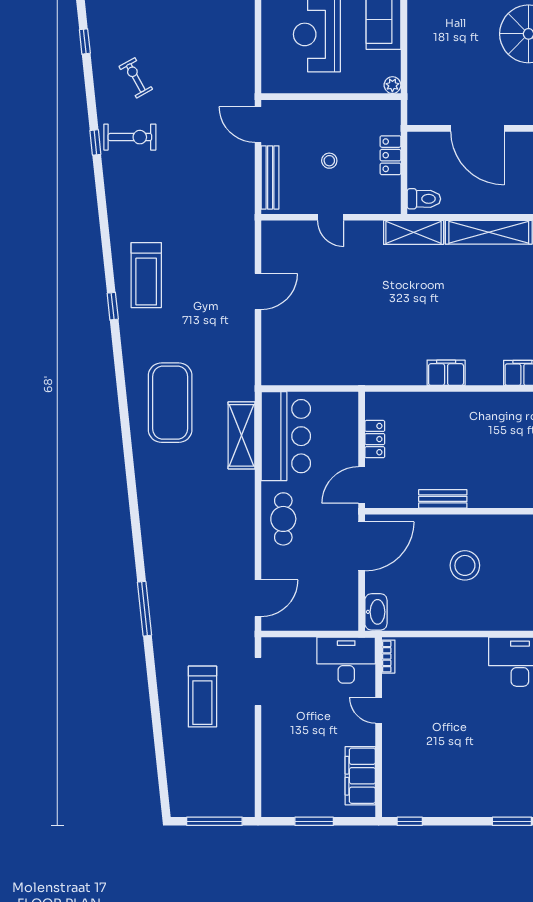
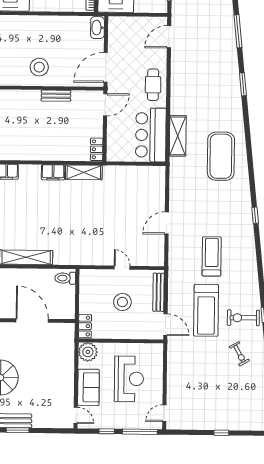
plant: (392, 85) -> (88, 352), width x1.87, depth x1.87
treadmill: (191, 149) -> (206, 310), added
locker: (390, 155) -> (85, 326), moved
stool: (329, 161) -> (122, 302), width x1.89, depth x1.89
shelving: (414, 232) -> (84, 172), moved
treadmill: (146, 275) -> (212, 256), moved
locker: (375, 439) -> (97, 149), moved
window: (135, 521) -> (243, 84), added
stool: (465, 565) -> (39, 67), moved

